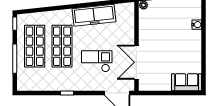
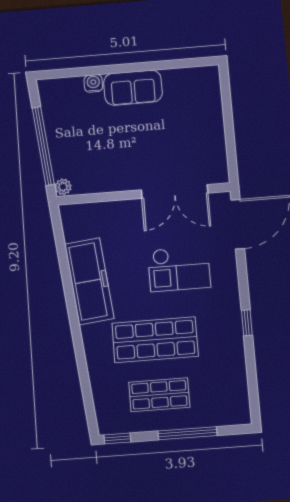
shop shelf: (35, 46) -> (159, 395), width x0.70, depth x0.74
checkout: (97, 61) -> (179, 269), turned -90
sofa: (187, 82) -> (133, 88), moved, turned -90

